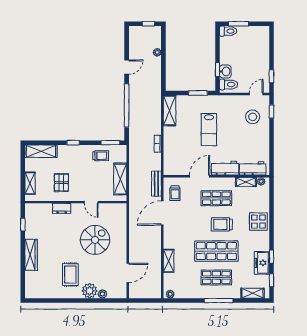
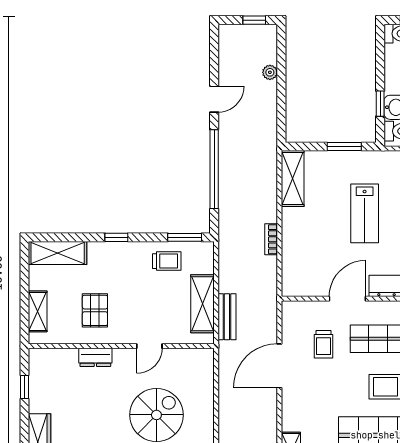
bench: (156, 184) -> (227, 317), moved
trolley: (175, 193) -> (324, 344), moved
door: (91, 202) -> (149, 346), hinge flipped

